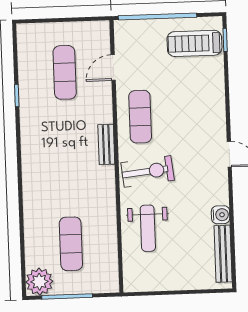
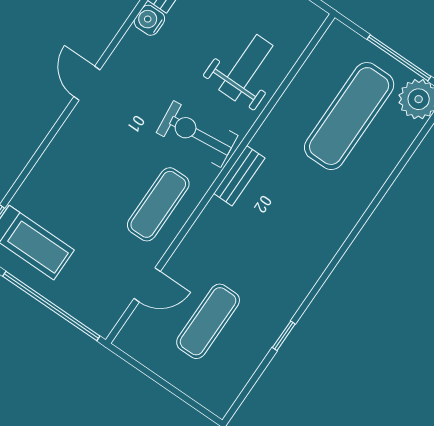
bench: (106, 144) -> (239, 176), moved
exercise mat: (71, 244) -> (349, 116), width x1.36, depth x1.45

